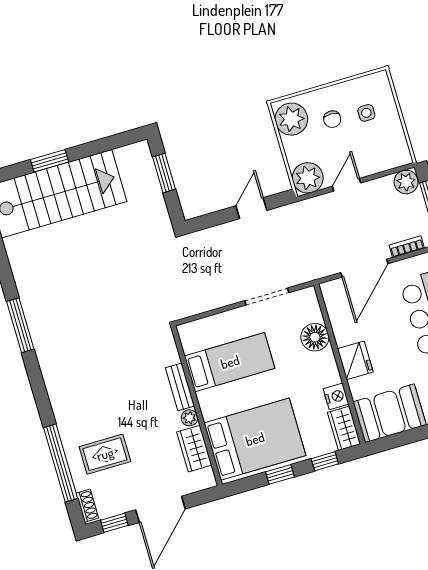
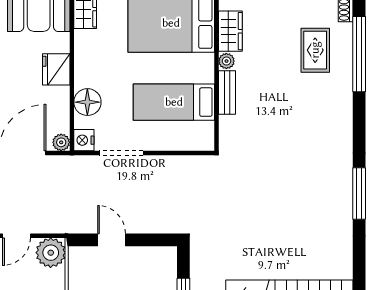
door: (251, 208) -> (112, 240), swing flipped
plant: (329, 290) -> (61, 142), added
nightstand: (336, 396) -> (84, 140), moved
rug: (105, 454) -> (315, 50), turned 90

